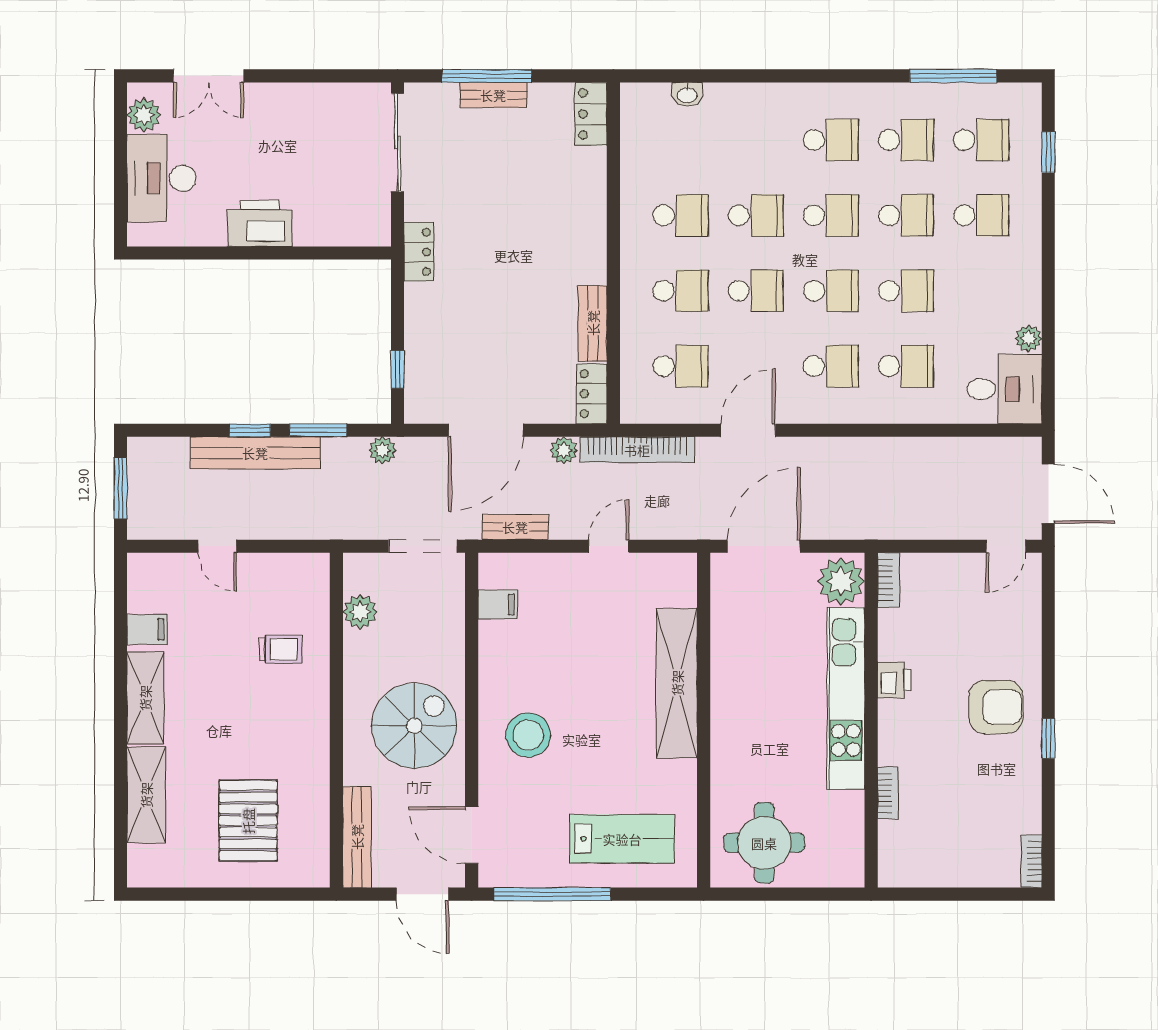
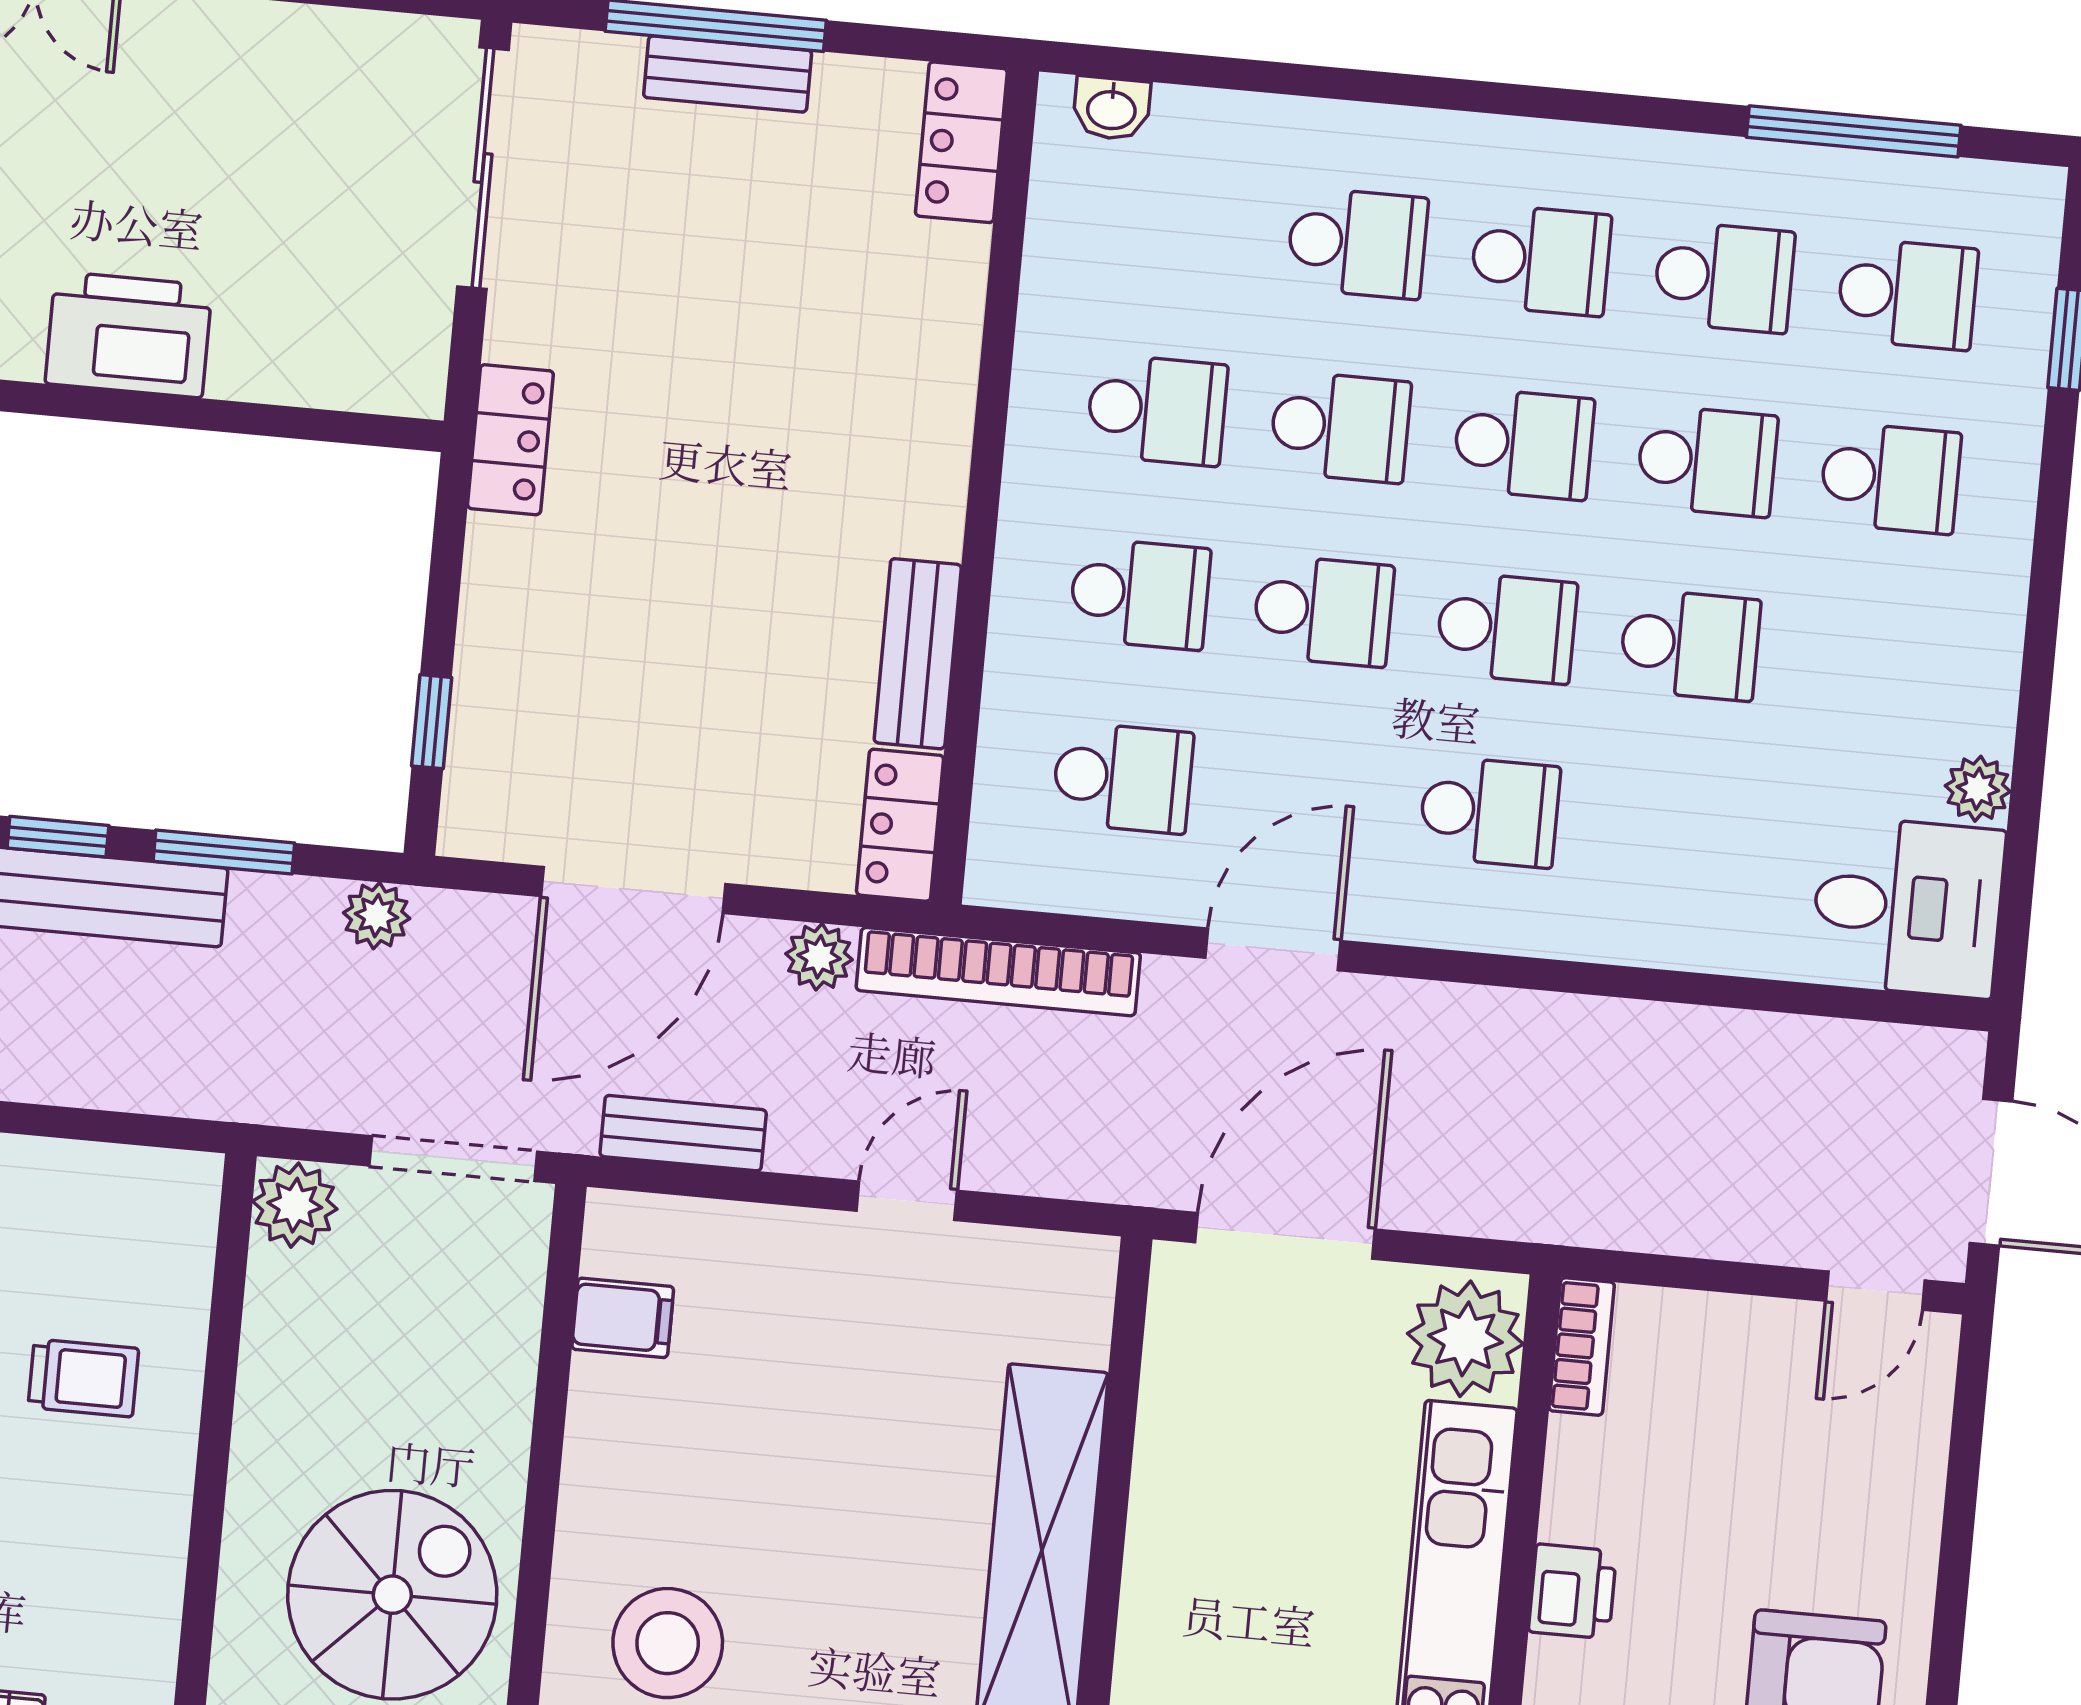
washbasin: (687, 95) -> (1112, 108), moved
school desk: (906, 366) -> (1357, 243), moved
plant: (360, 612) -> (295, 1205), moved

